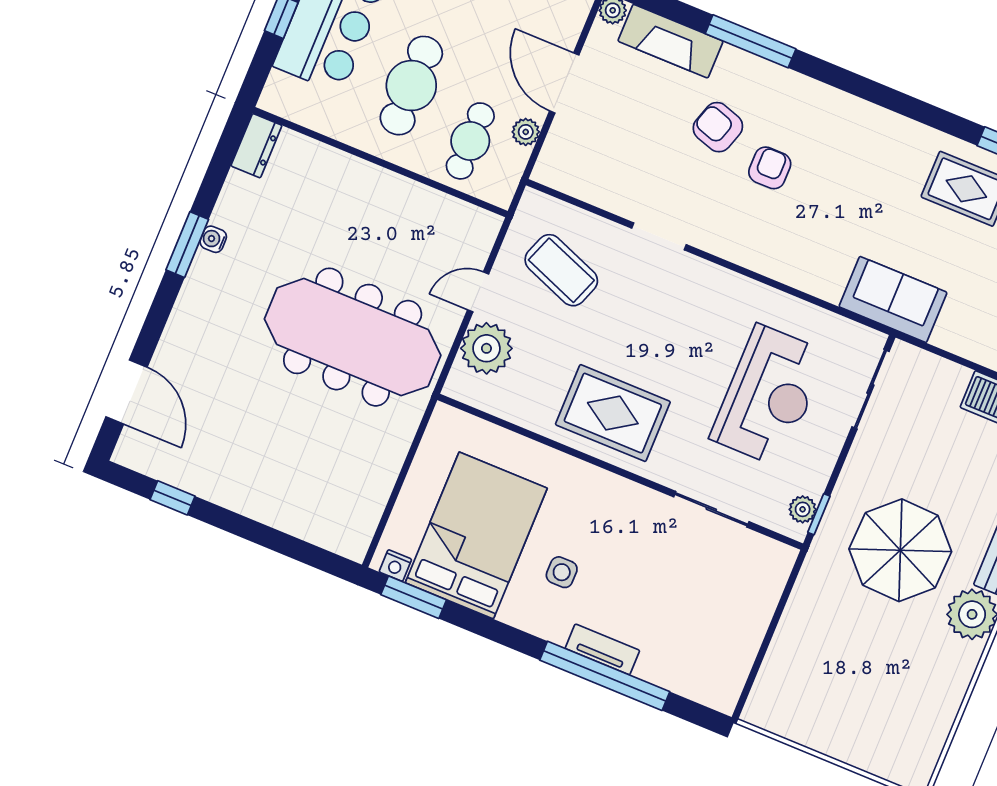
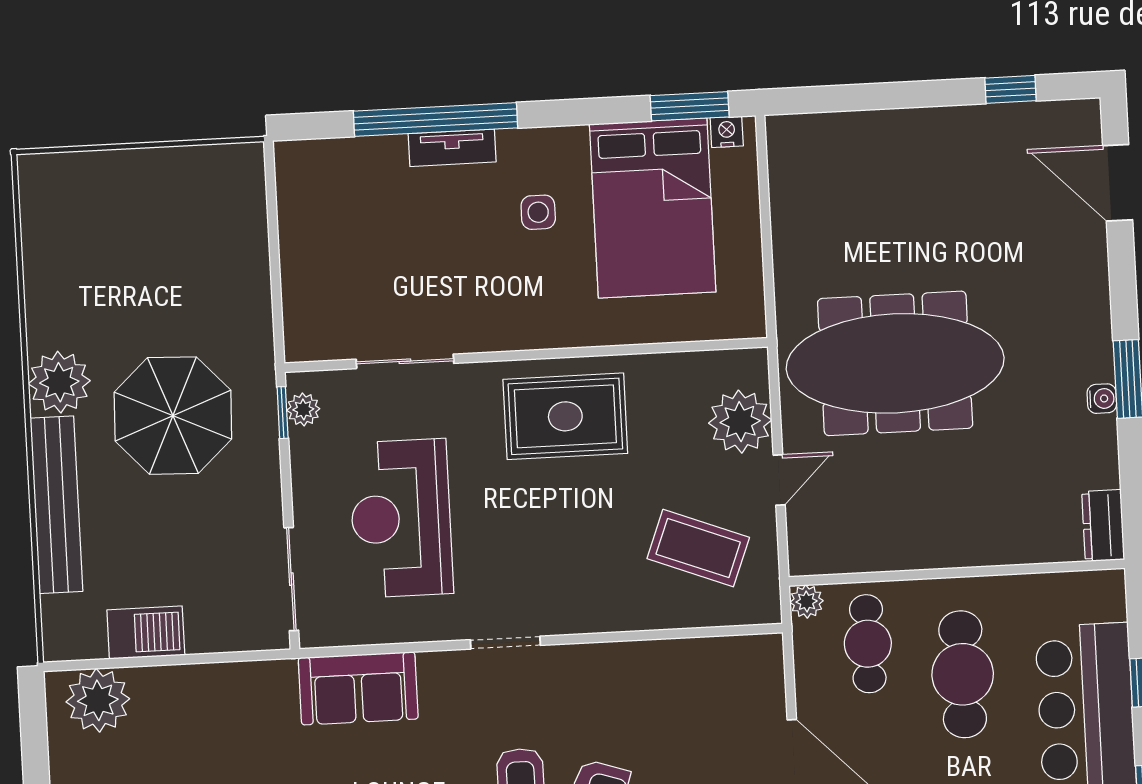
plant: (526, 132) -> (807, 601), moved
doorway: (659, 236) -> (505, 643), moved
sofa: (893, 300) -> (358, 688), moved

